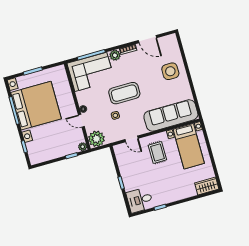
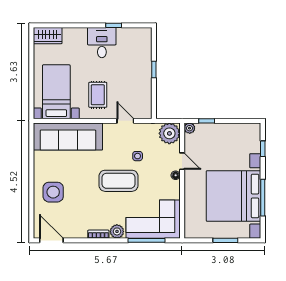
door: (147, 39) -> (51, 240), moved
desk: (140, 200) -> (102, 43), moved, turned -90

